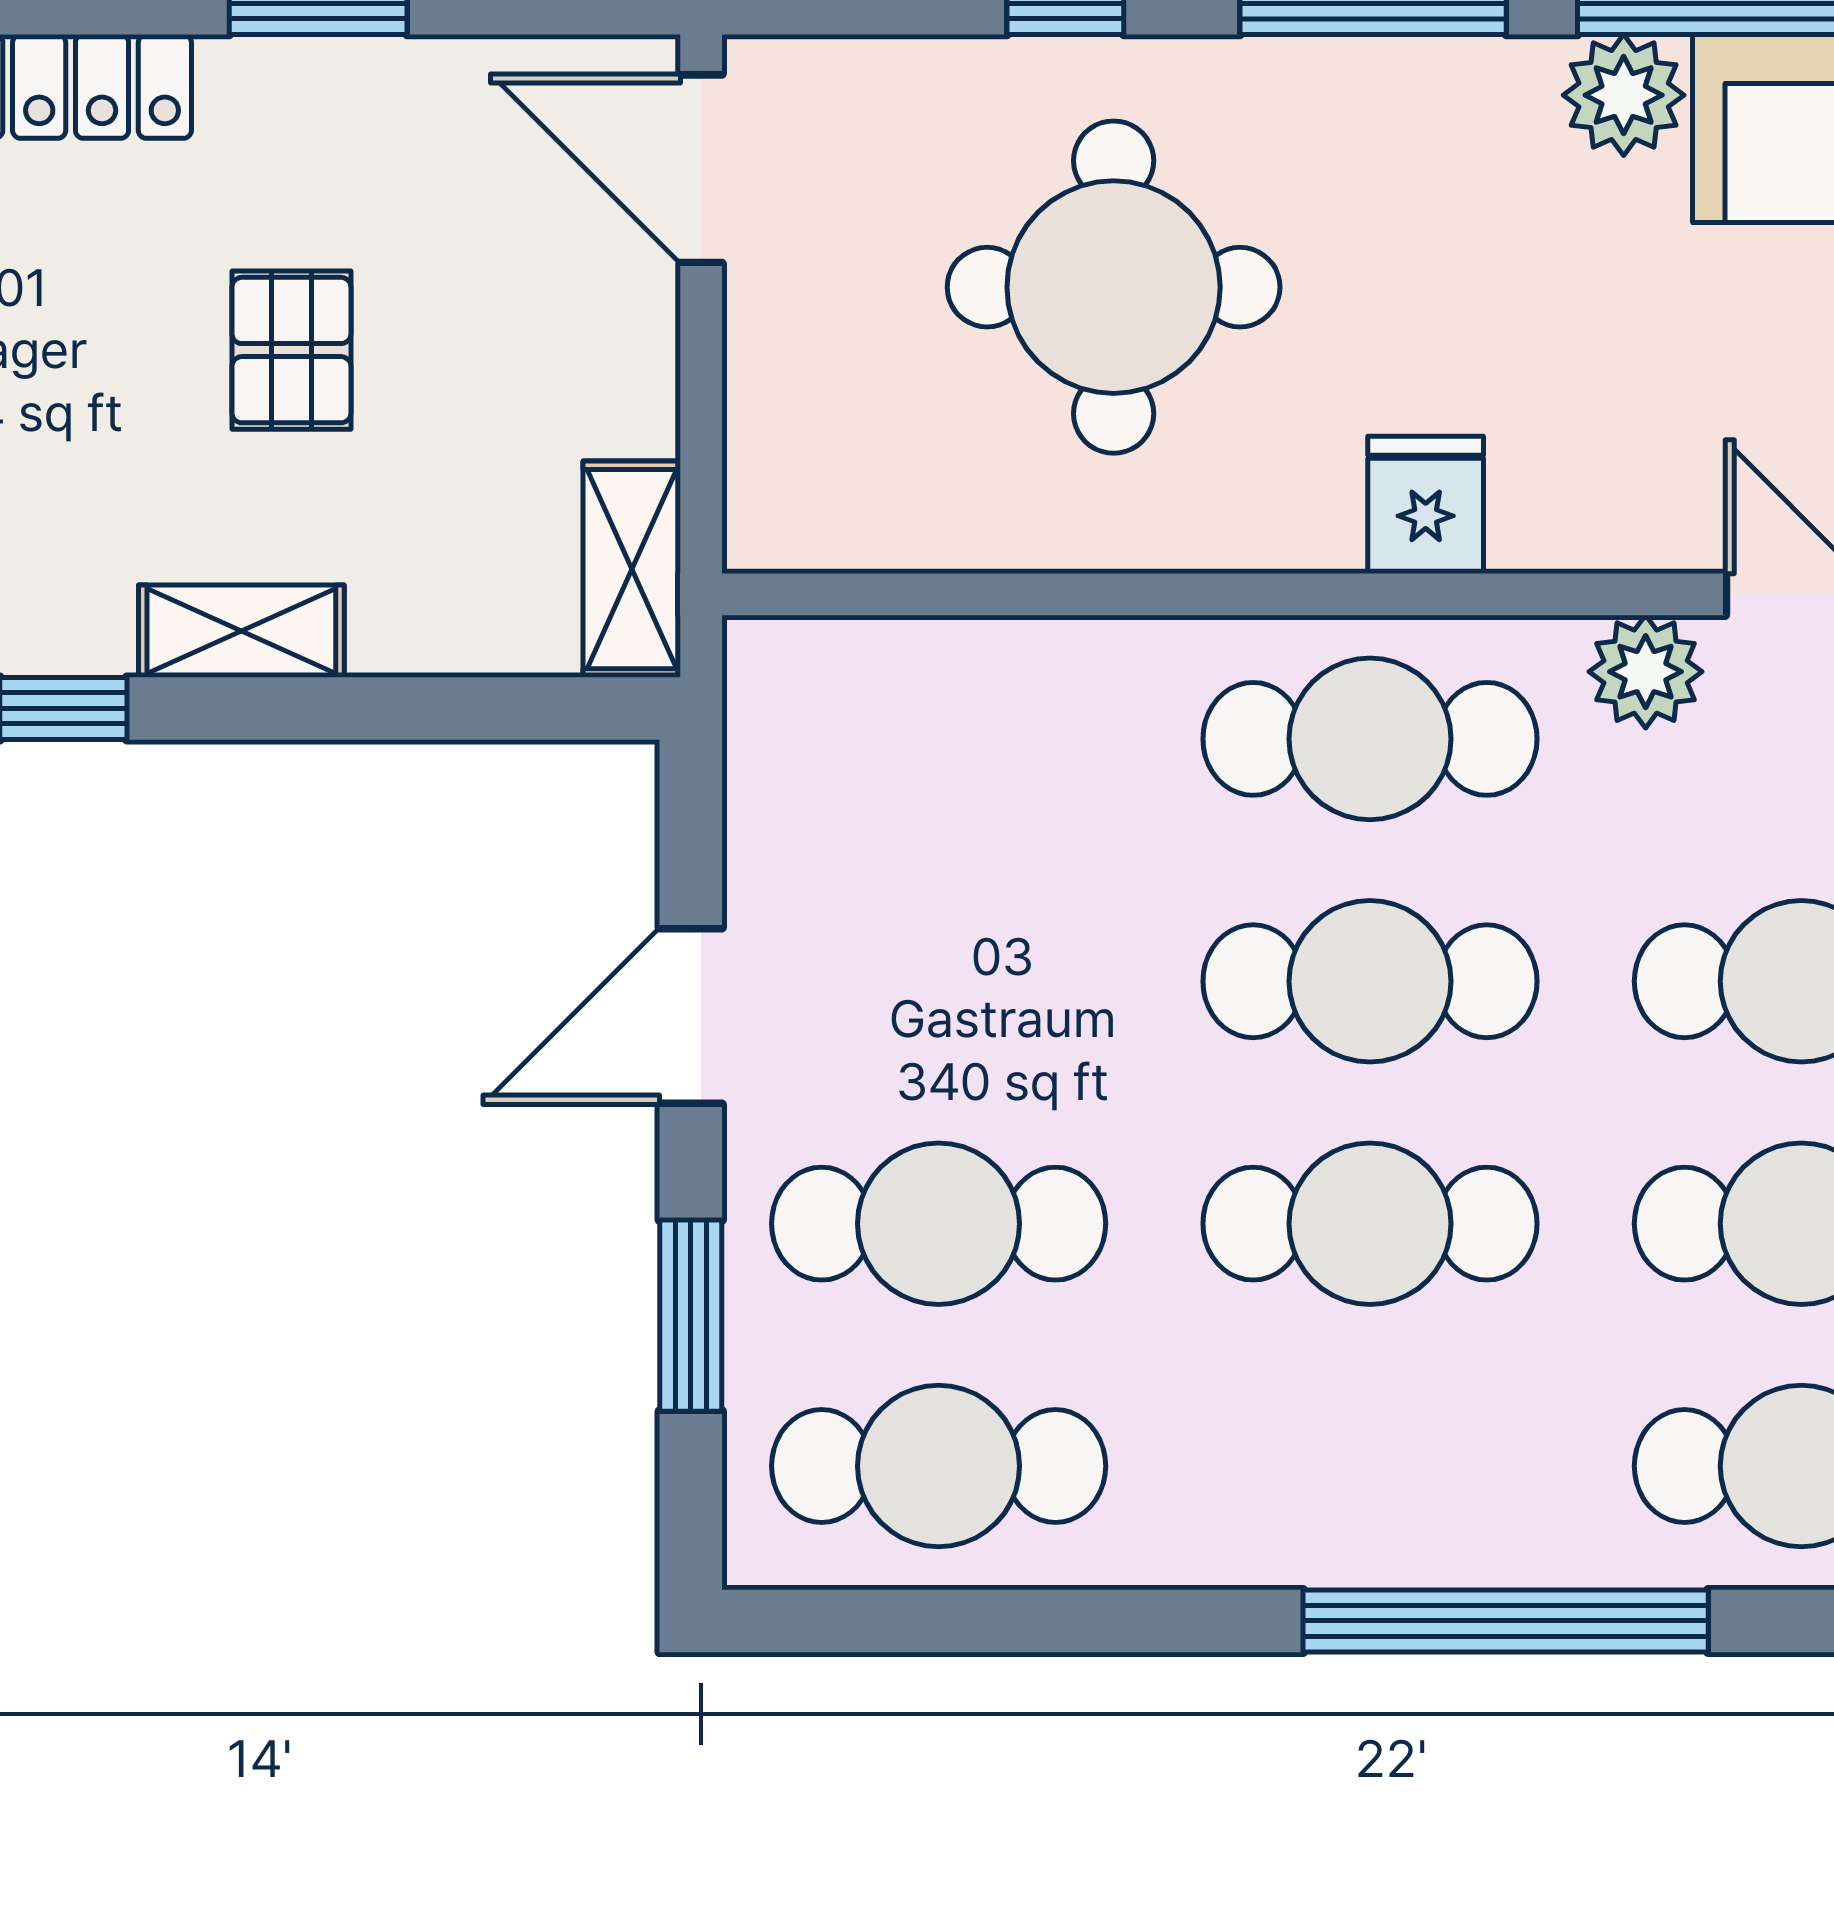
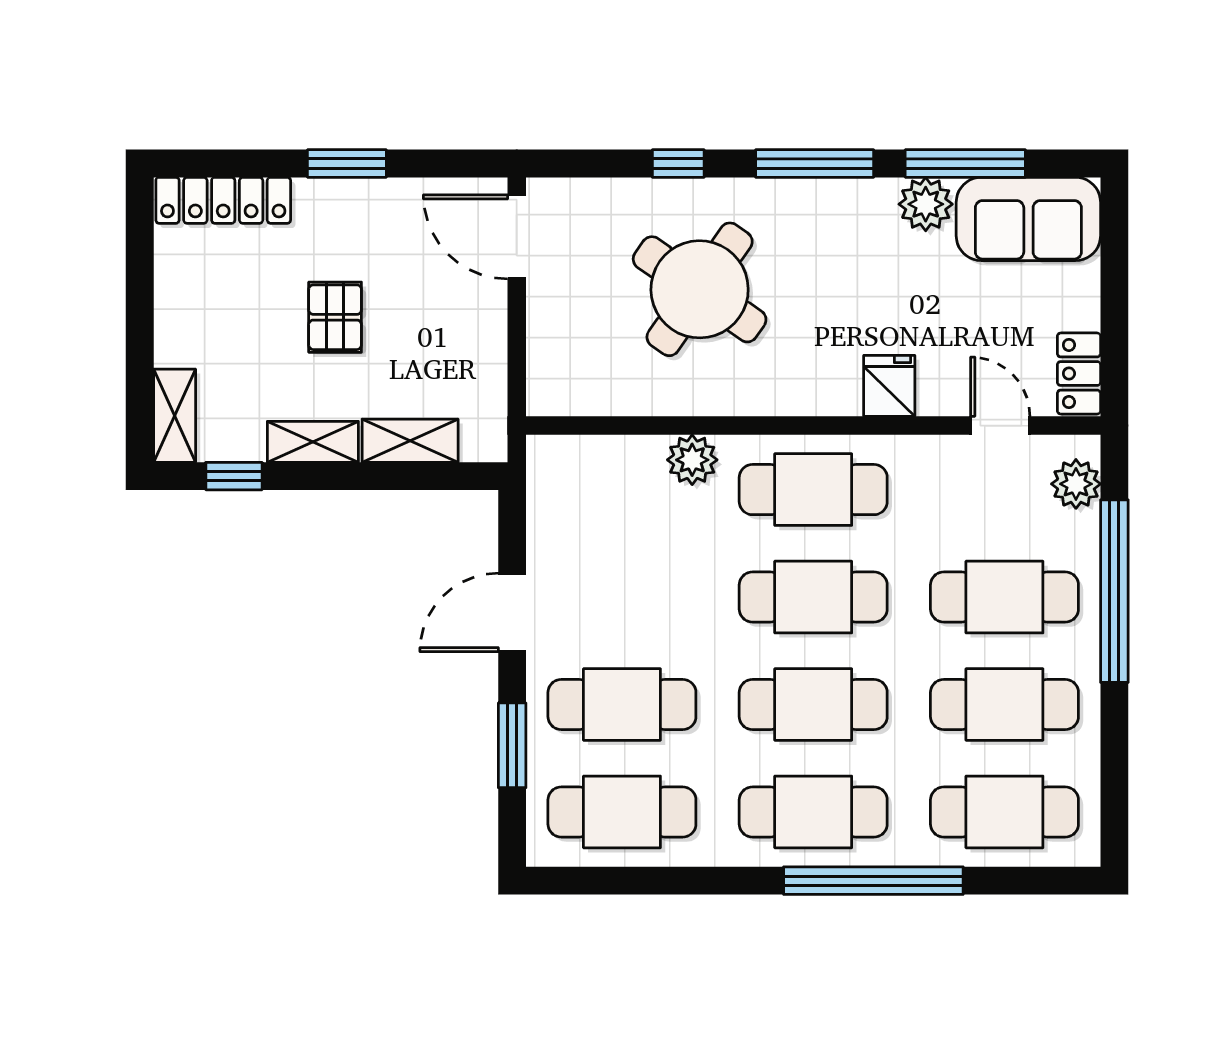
round table: (1114, 287) -> (700, 289), turned 35
fridge: (1426, 505) -> (889, 386), moved
shelving: (632, 569) -> (410, 441), moved, turned 90
plant: (1646, 672) -> (692, 460), moved
cafe table: (1370, 1466) -> (813, 812), added

